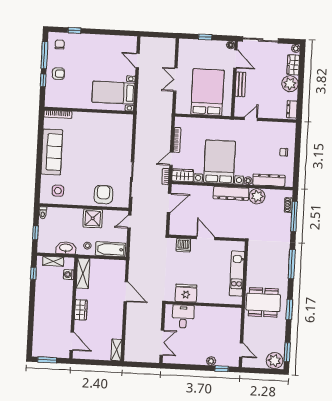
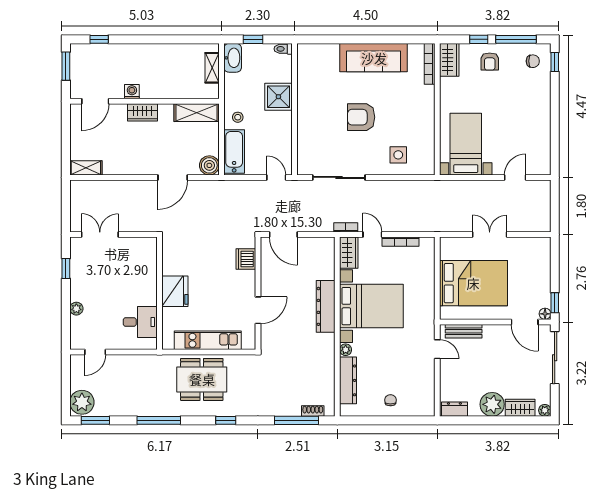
window: (74, 30) -> (555, 62), moved
window: (205, 37) -> (555, 303), moved
door: (235, 59) -> (525, 322), hinge flipped
bench: (240, 84) -> (464, 331), moved
wardrobe: (56, 101) -> (449, 60), added
side table: (58, 191) -> (398, 155), moved
dresser: (231, 193) -> (326, 306), moved
armchair: (103, 194) -> (361, 117), moved, turned 180
plant: (257, 196) -> (323, 364), removed
door: (169, 203) -> (283, 235), moved
shower: (93, 218) -> (278, 97), moved
door: (206, 238) -> (258, 310), moved
washbasin: (66, 248) -> (233, 58), moved
window: (292, 264) -> (226, 420), width x0.46
boiler: (119, 266) -> (209, 165), added
window: (33, 273) -> (99, 39), moved
washing machine: (69, 275) -> (132, 92), moved
fridge: (186, 293) -> (175, 291), moved
dining table: (263, 302) -> (202, 379), moved, turned 90
window: (289, 309) -> (159, 420), width x1.44
desk: (183, 316) -> (140, 322), moved
double door: (162, 343) -> (100, 235), swing flipped
window: (222, 369) -> (66, 268), moved

